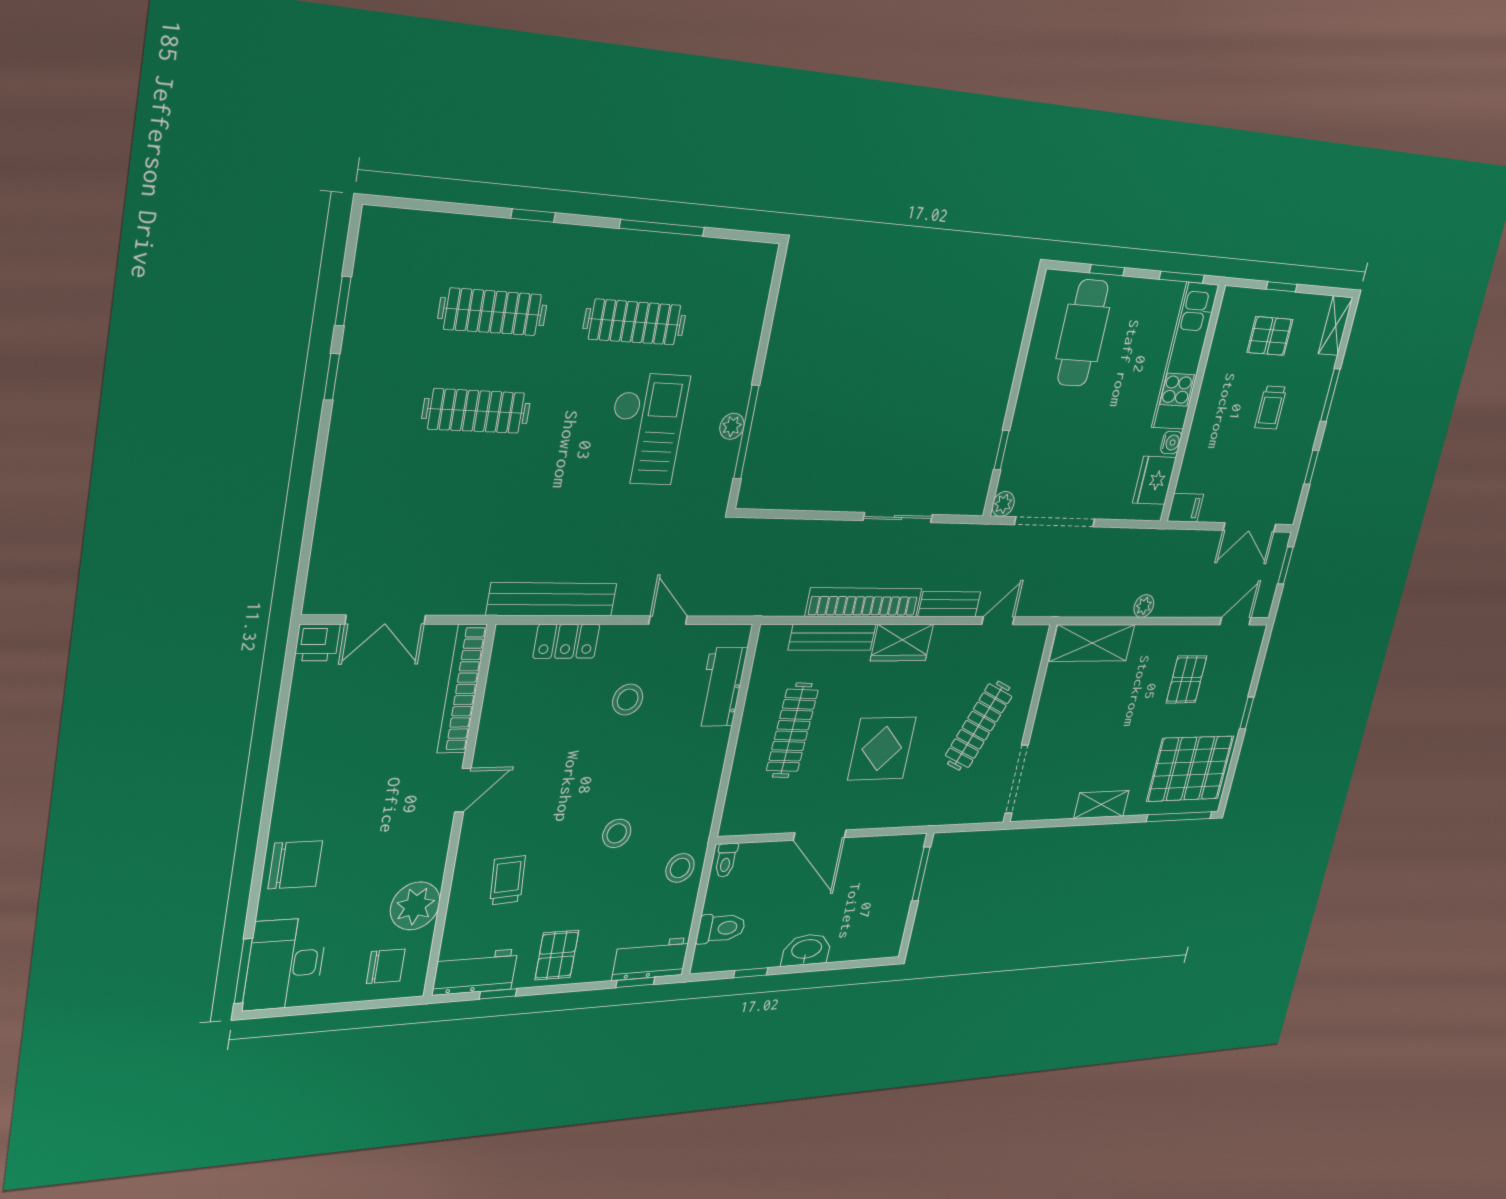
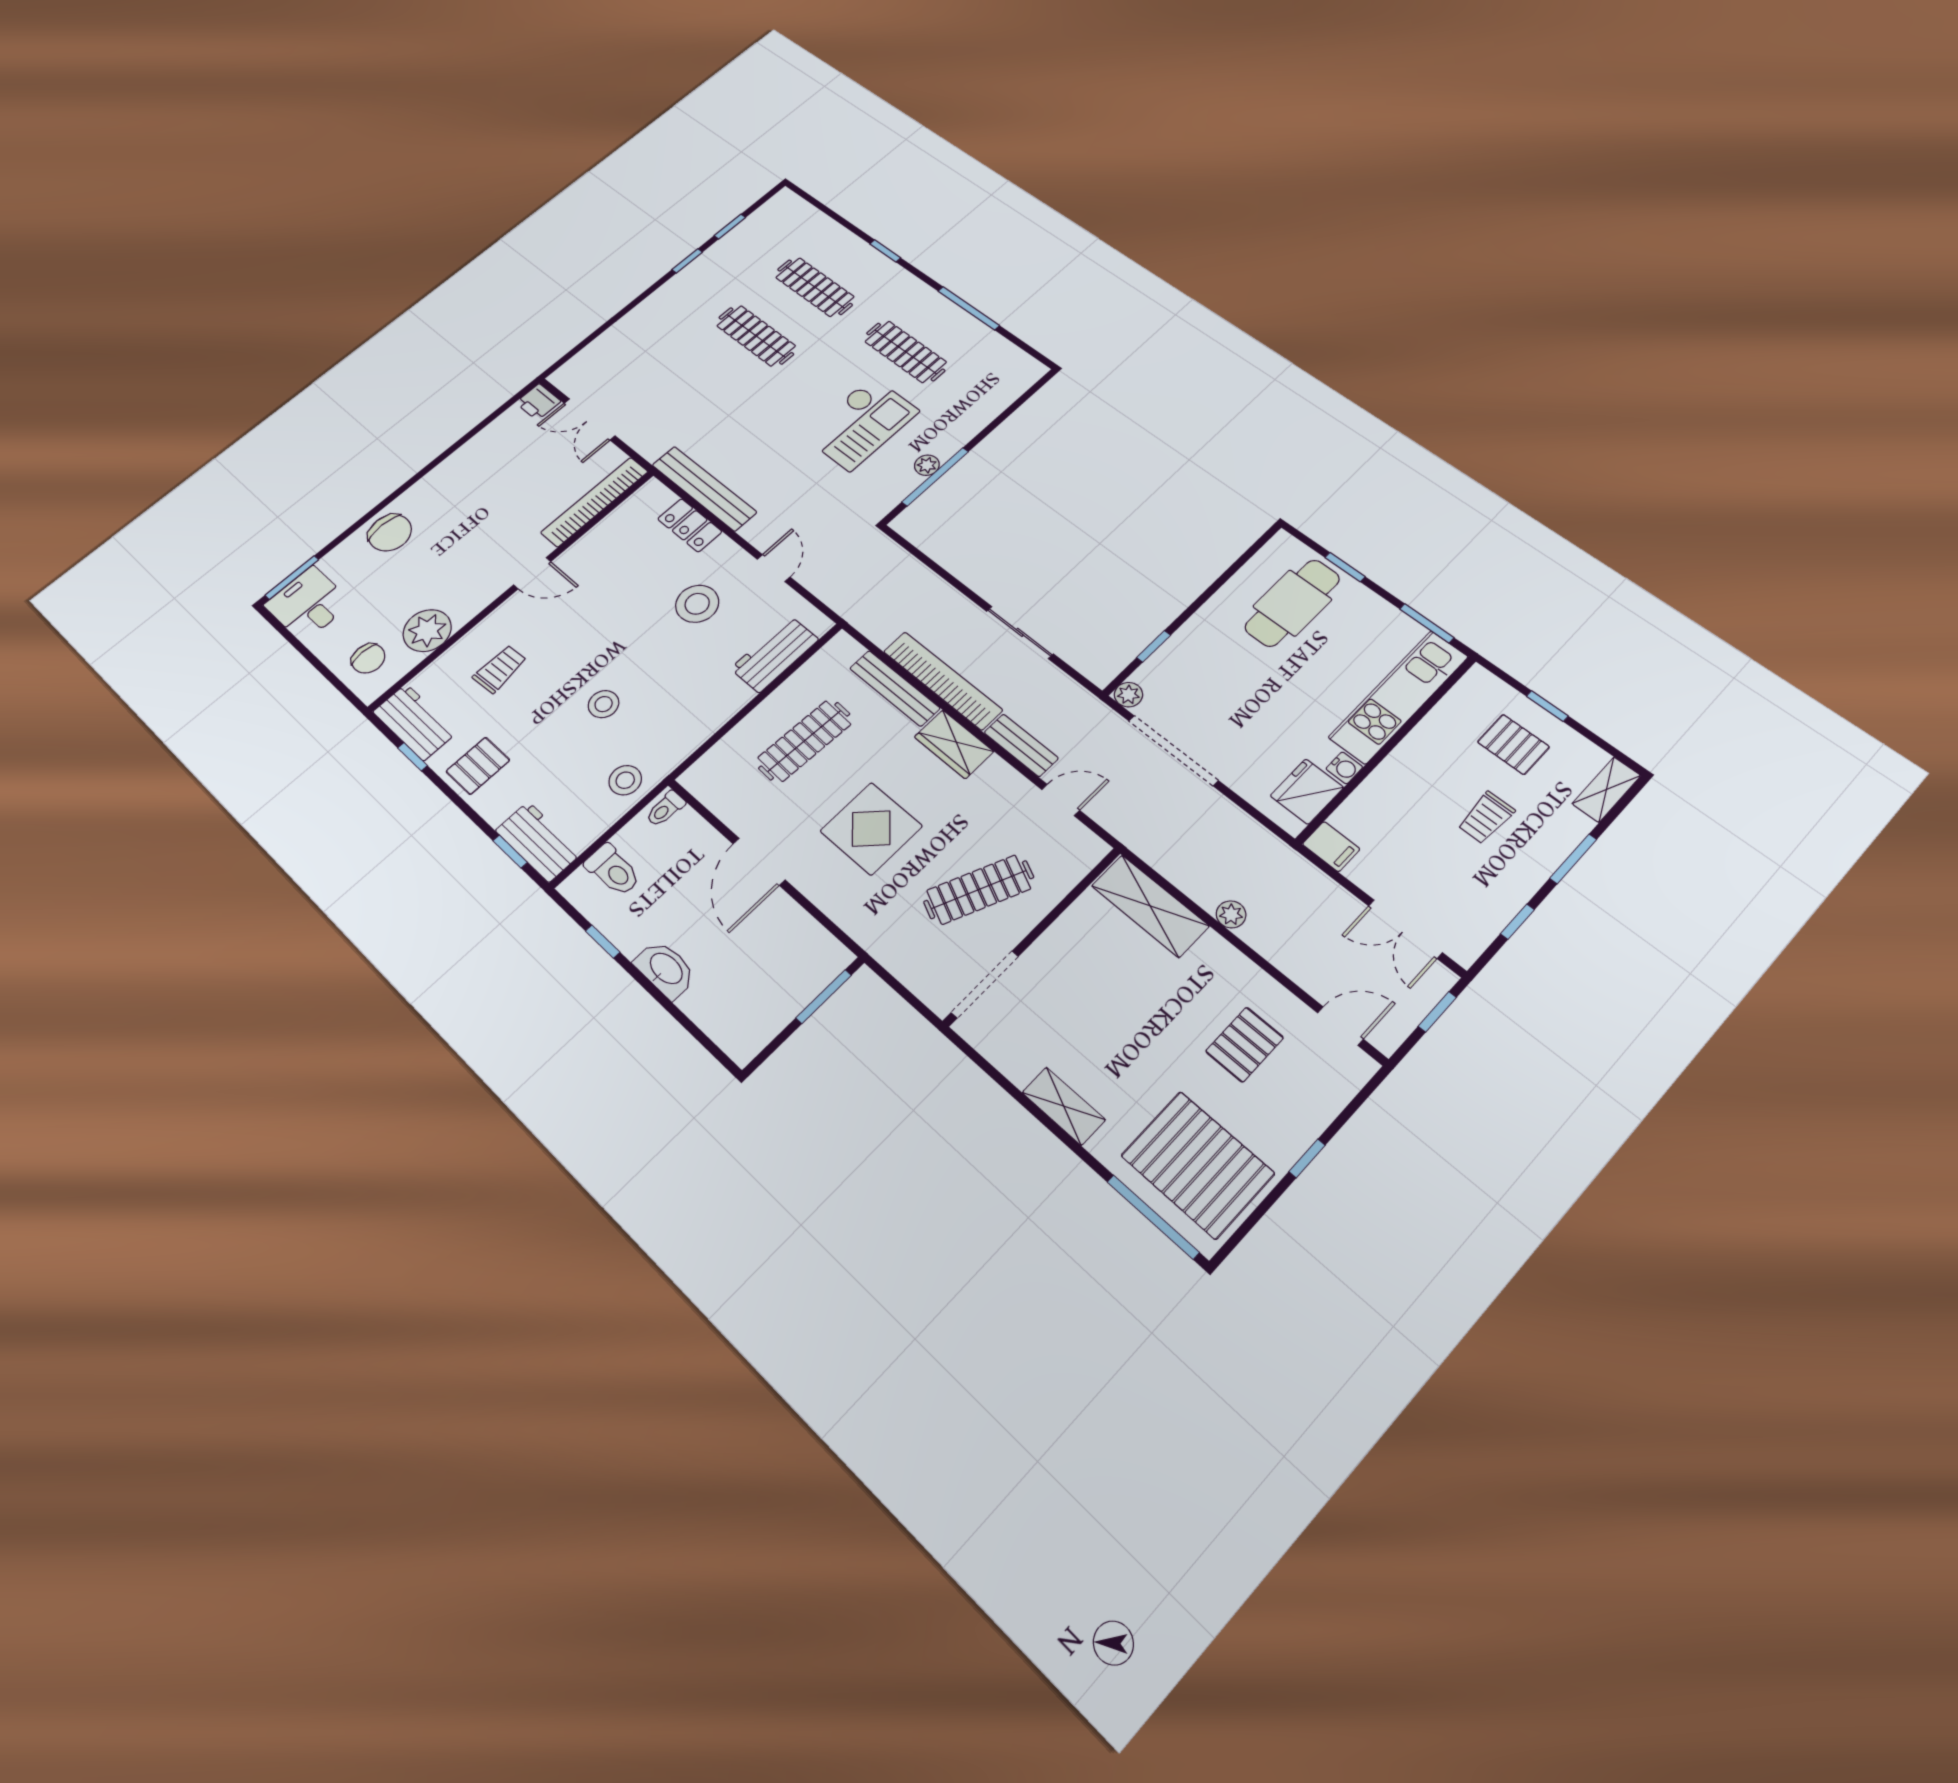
stool: (628, 700) -> (697, 604), width x1.38, depth x1.38
desk: (285, 964) -> (308, 604), width x0.73

